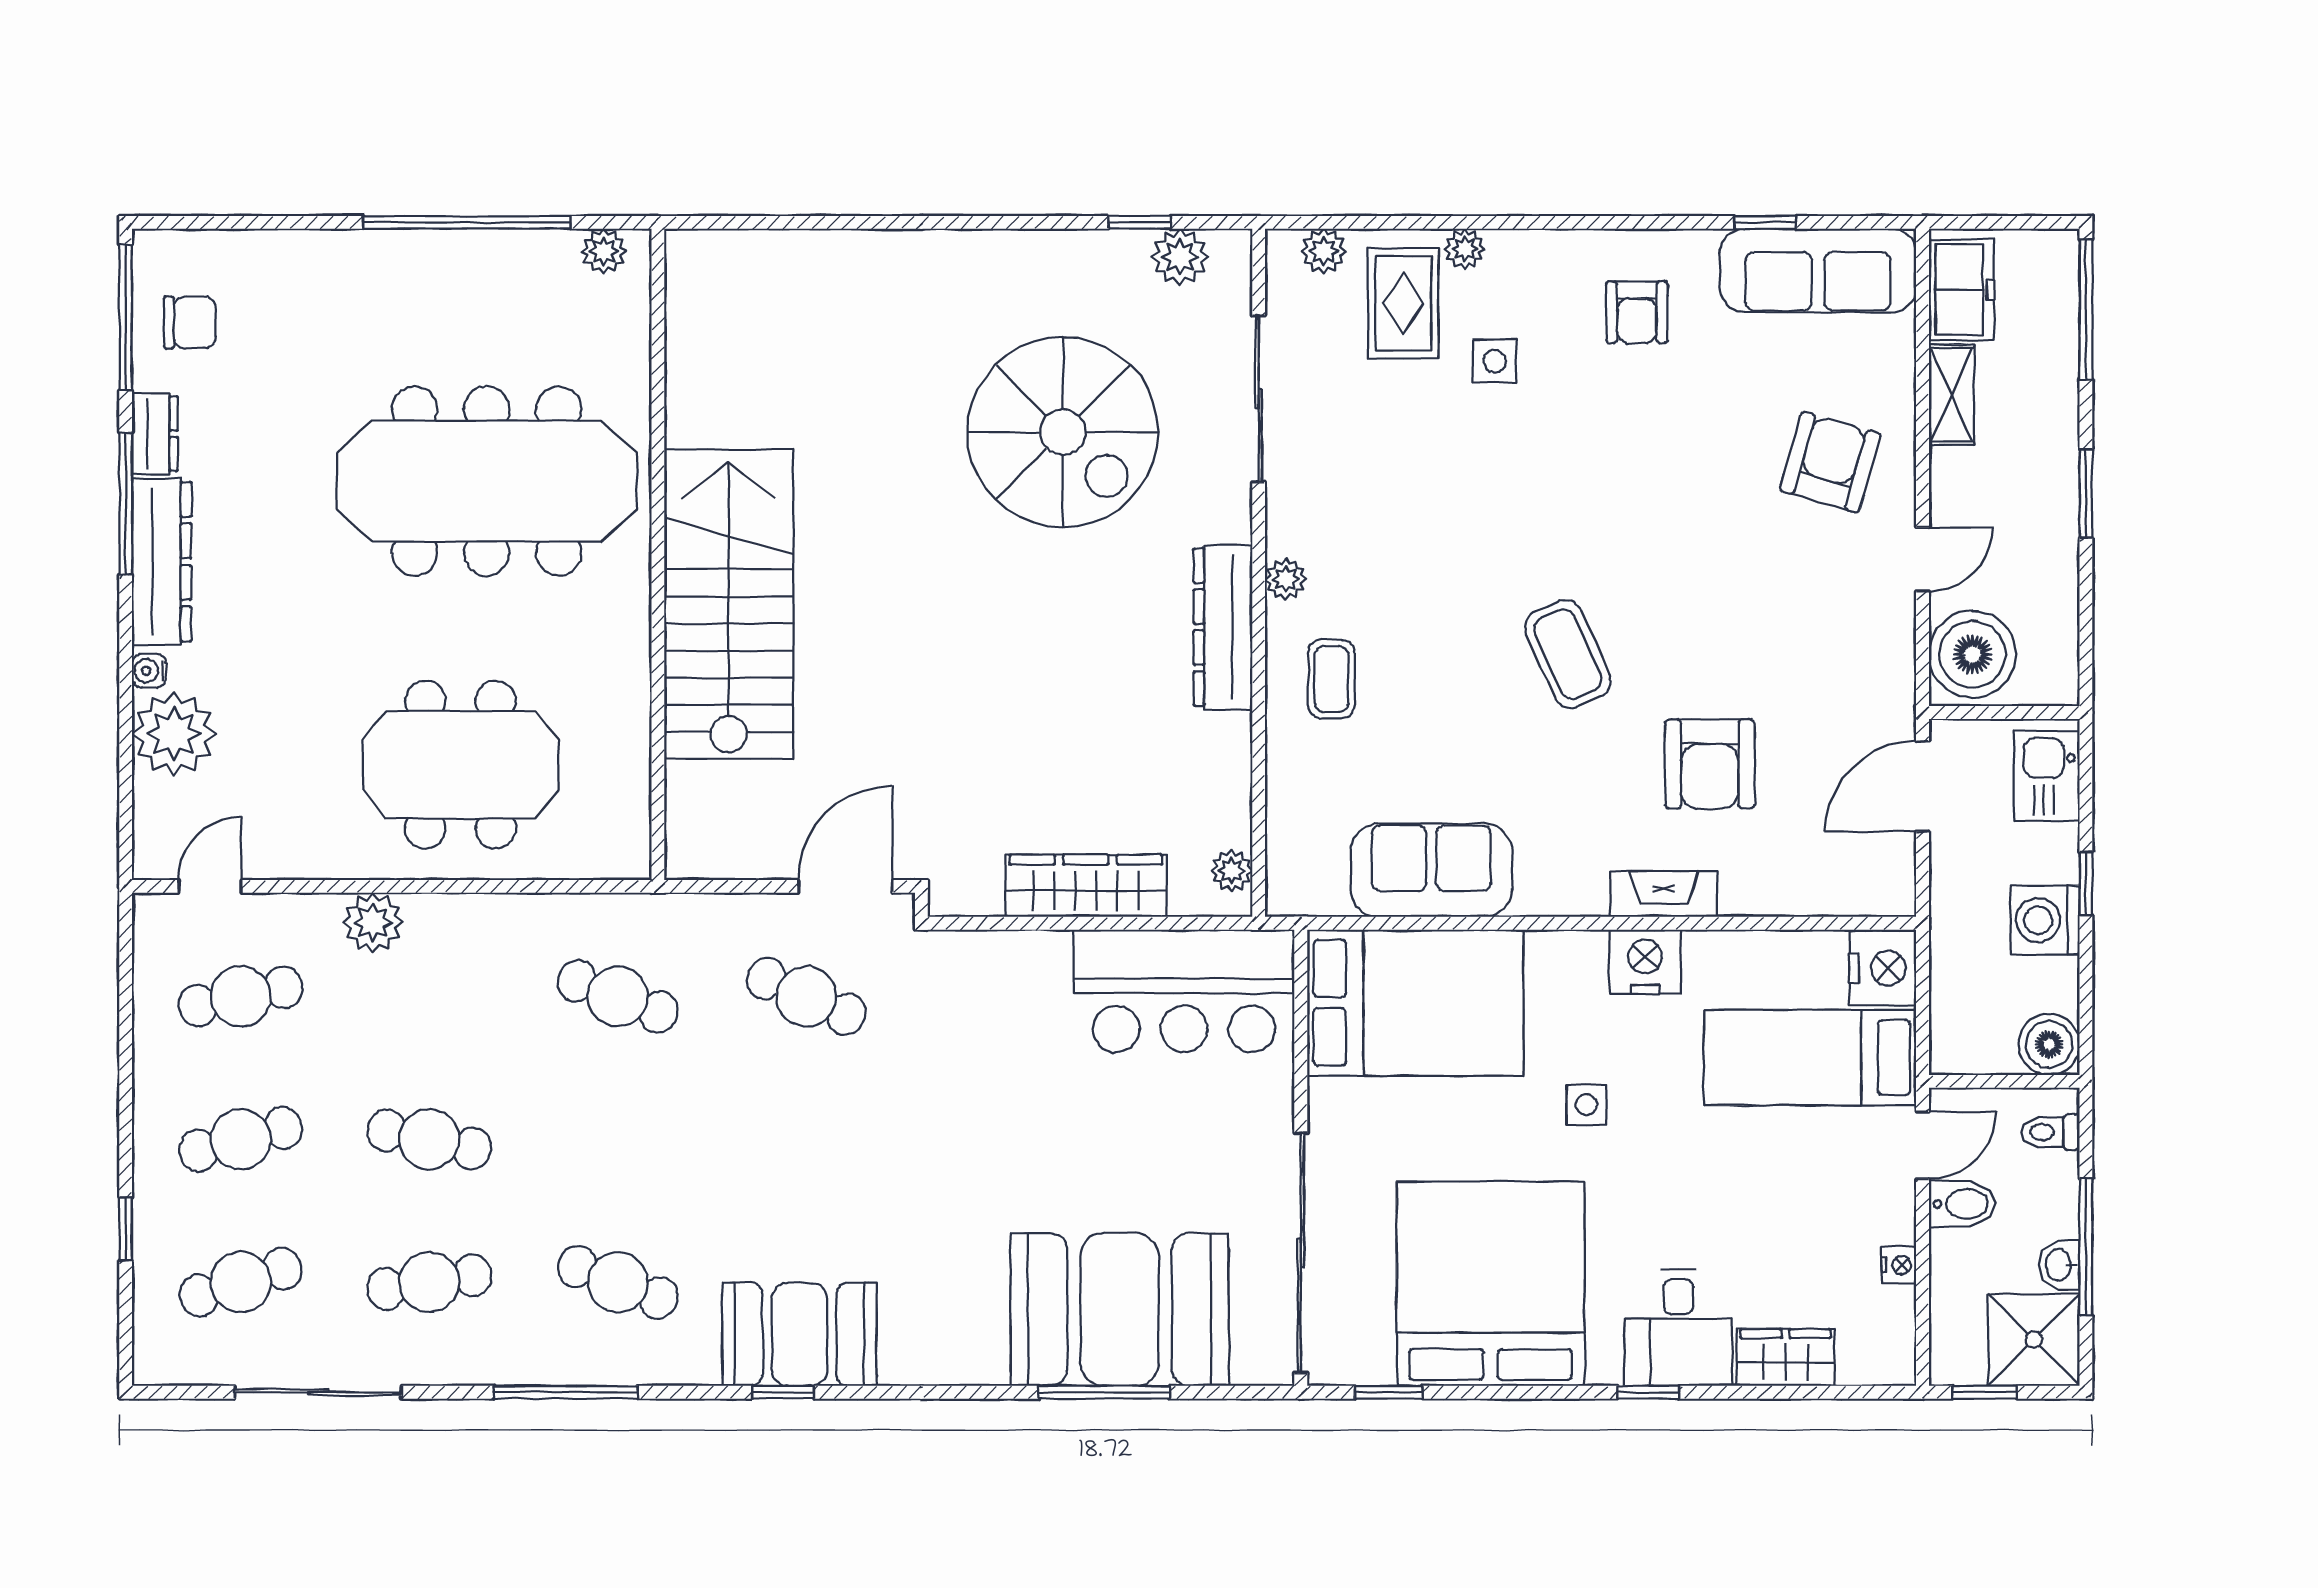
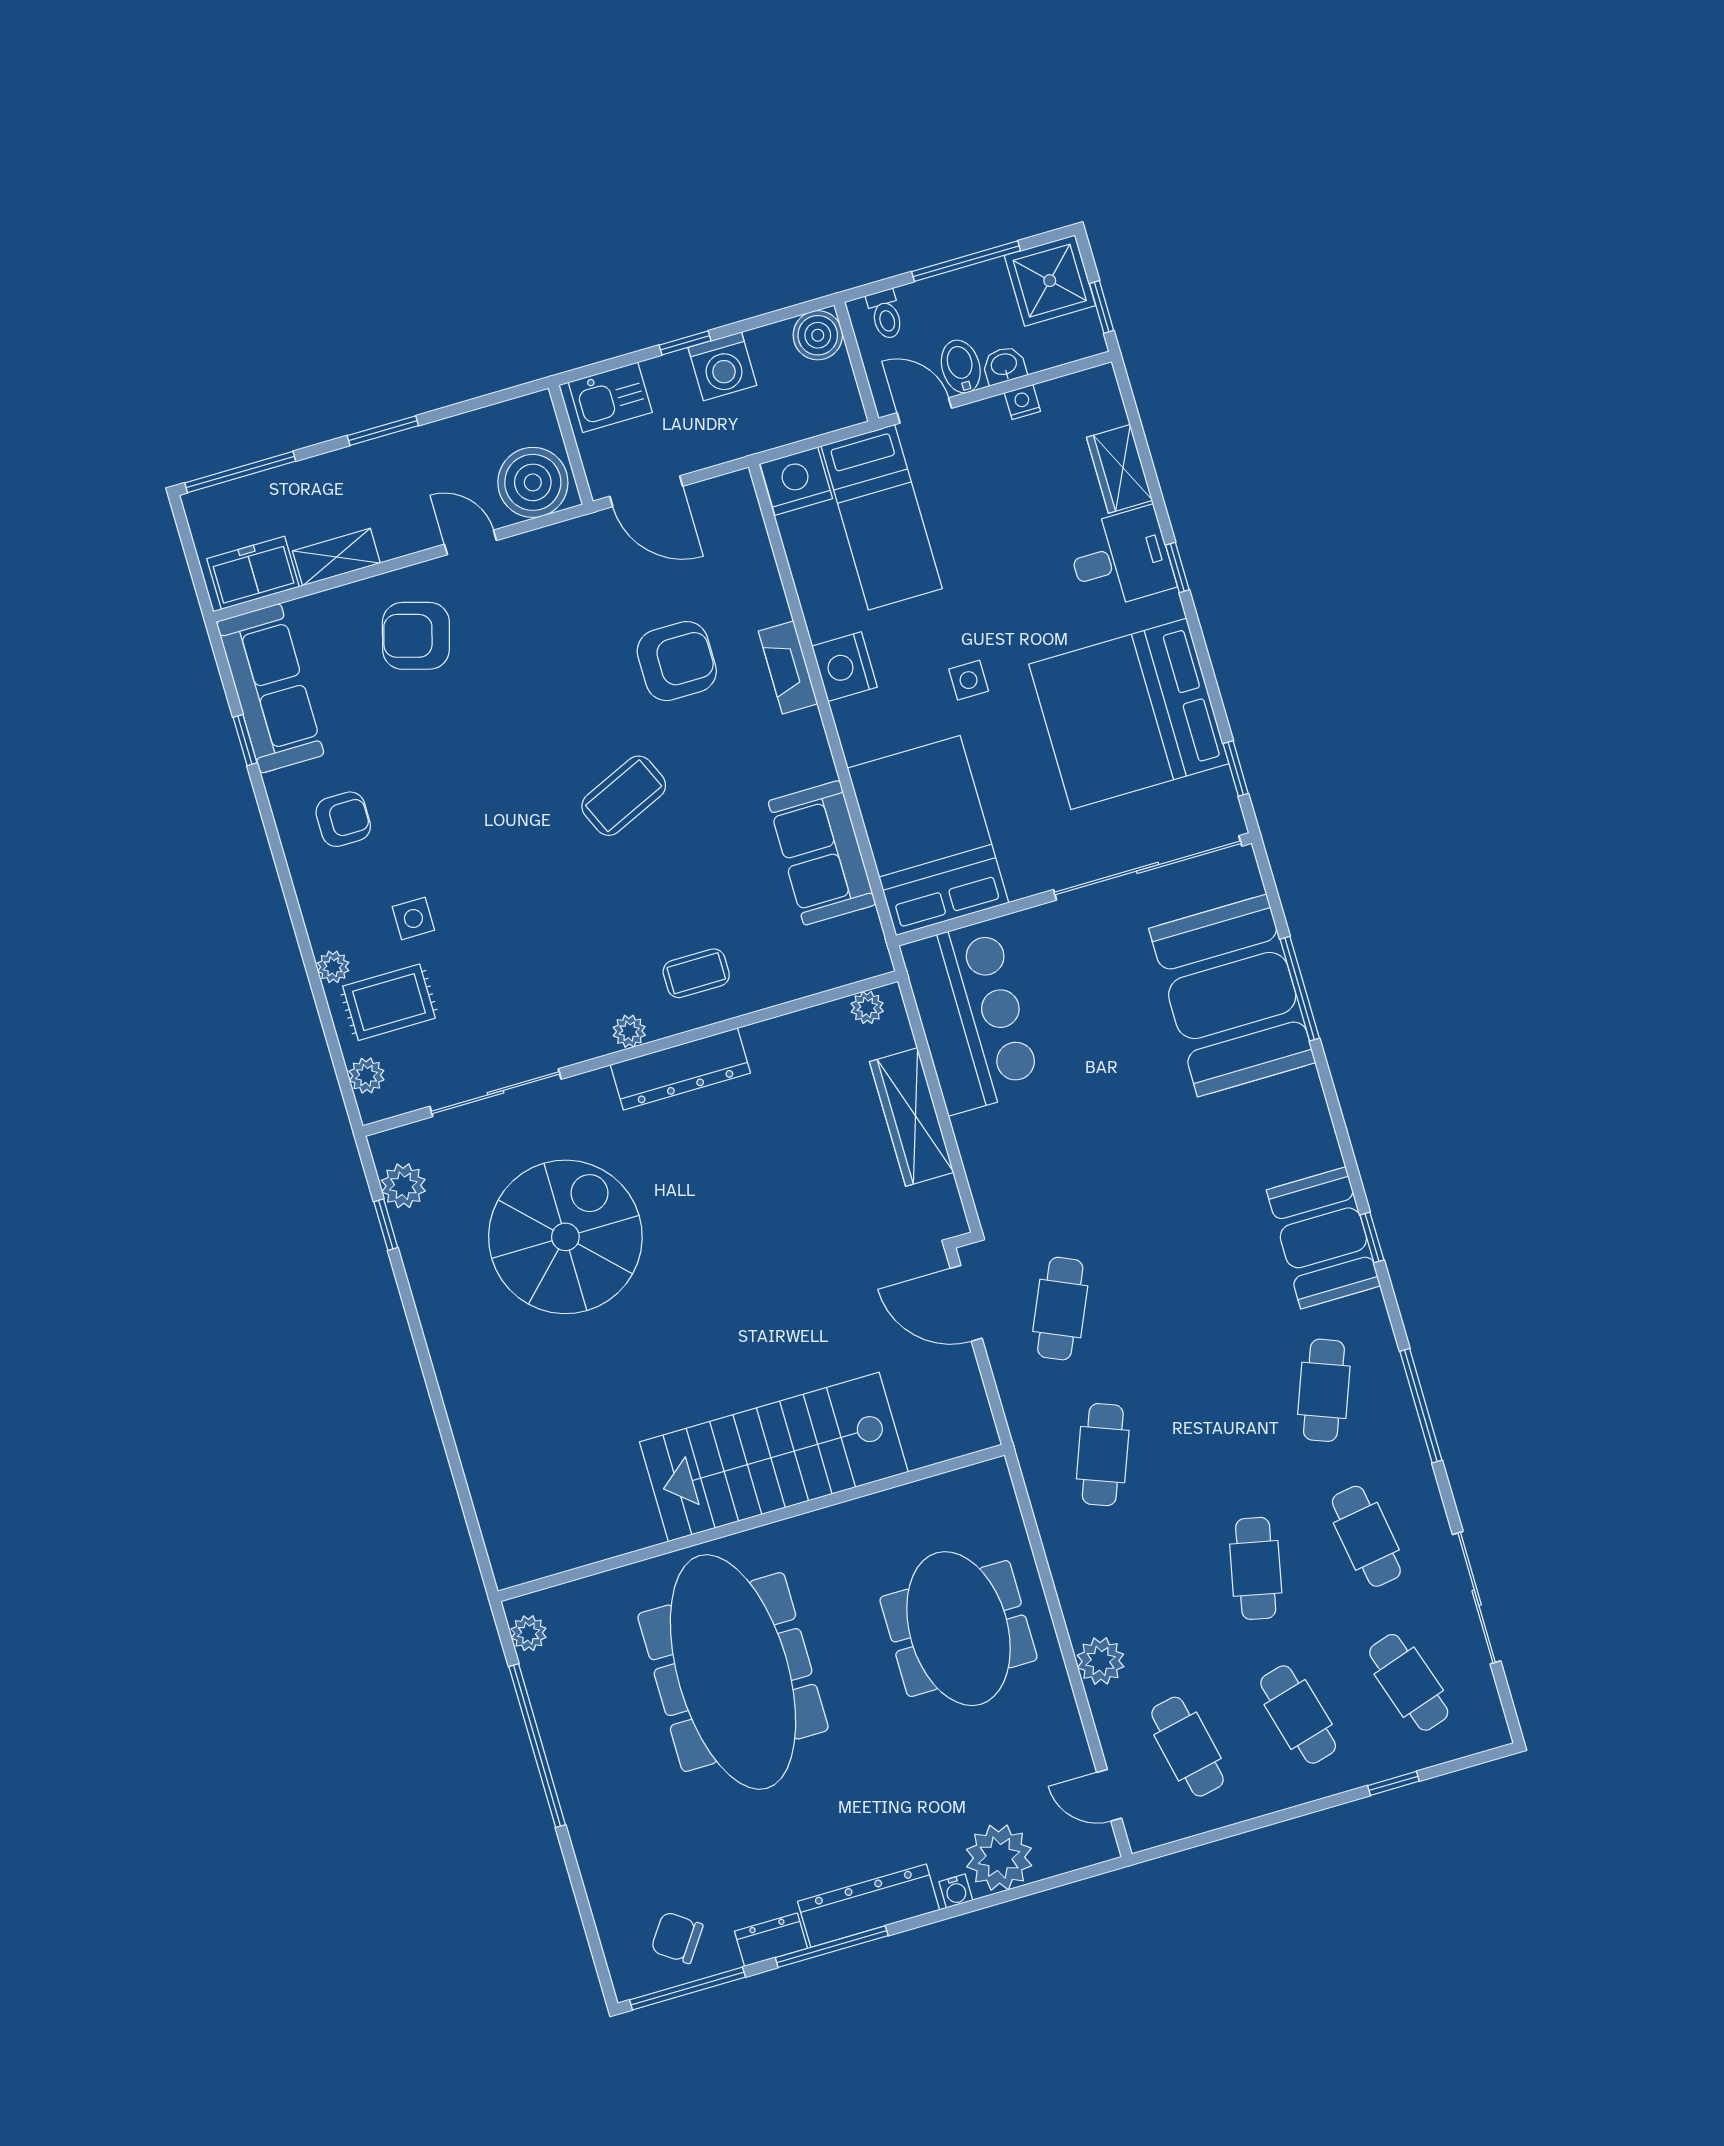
chair: (190, 322) -> (677, 1938), turned -55
washbasin: (2059, 1265) -> (1004, 365), moved, turned 180

